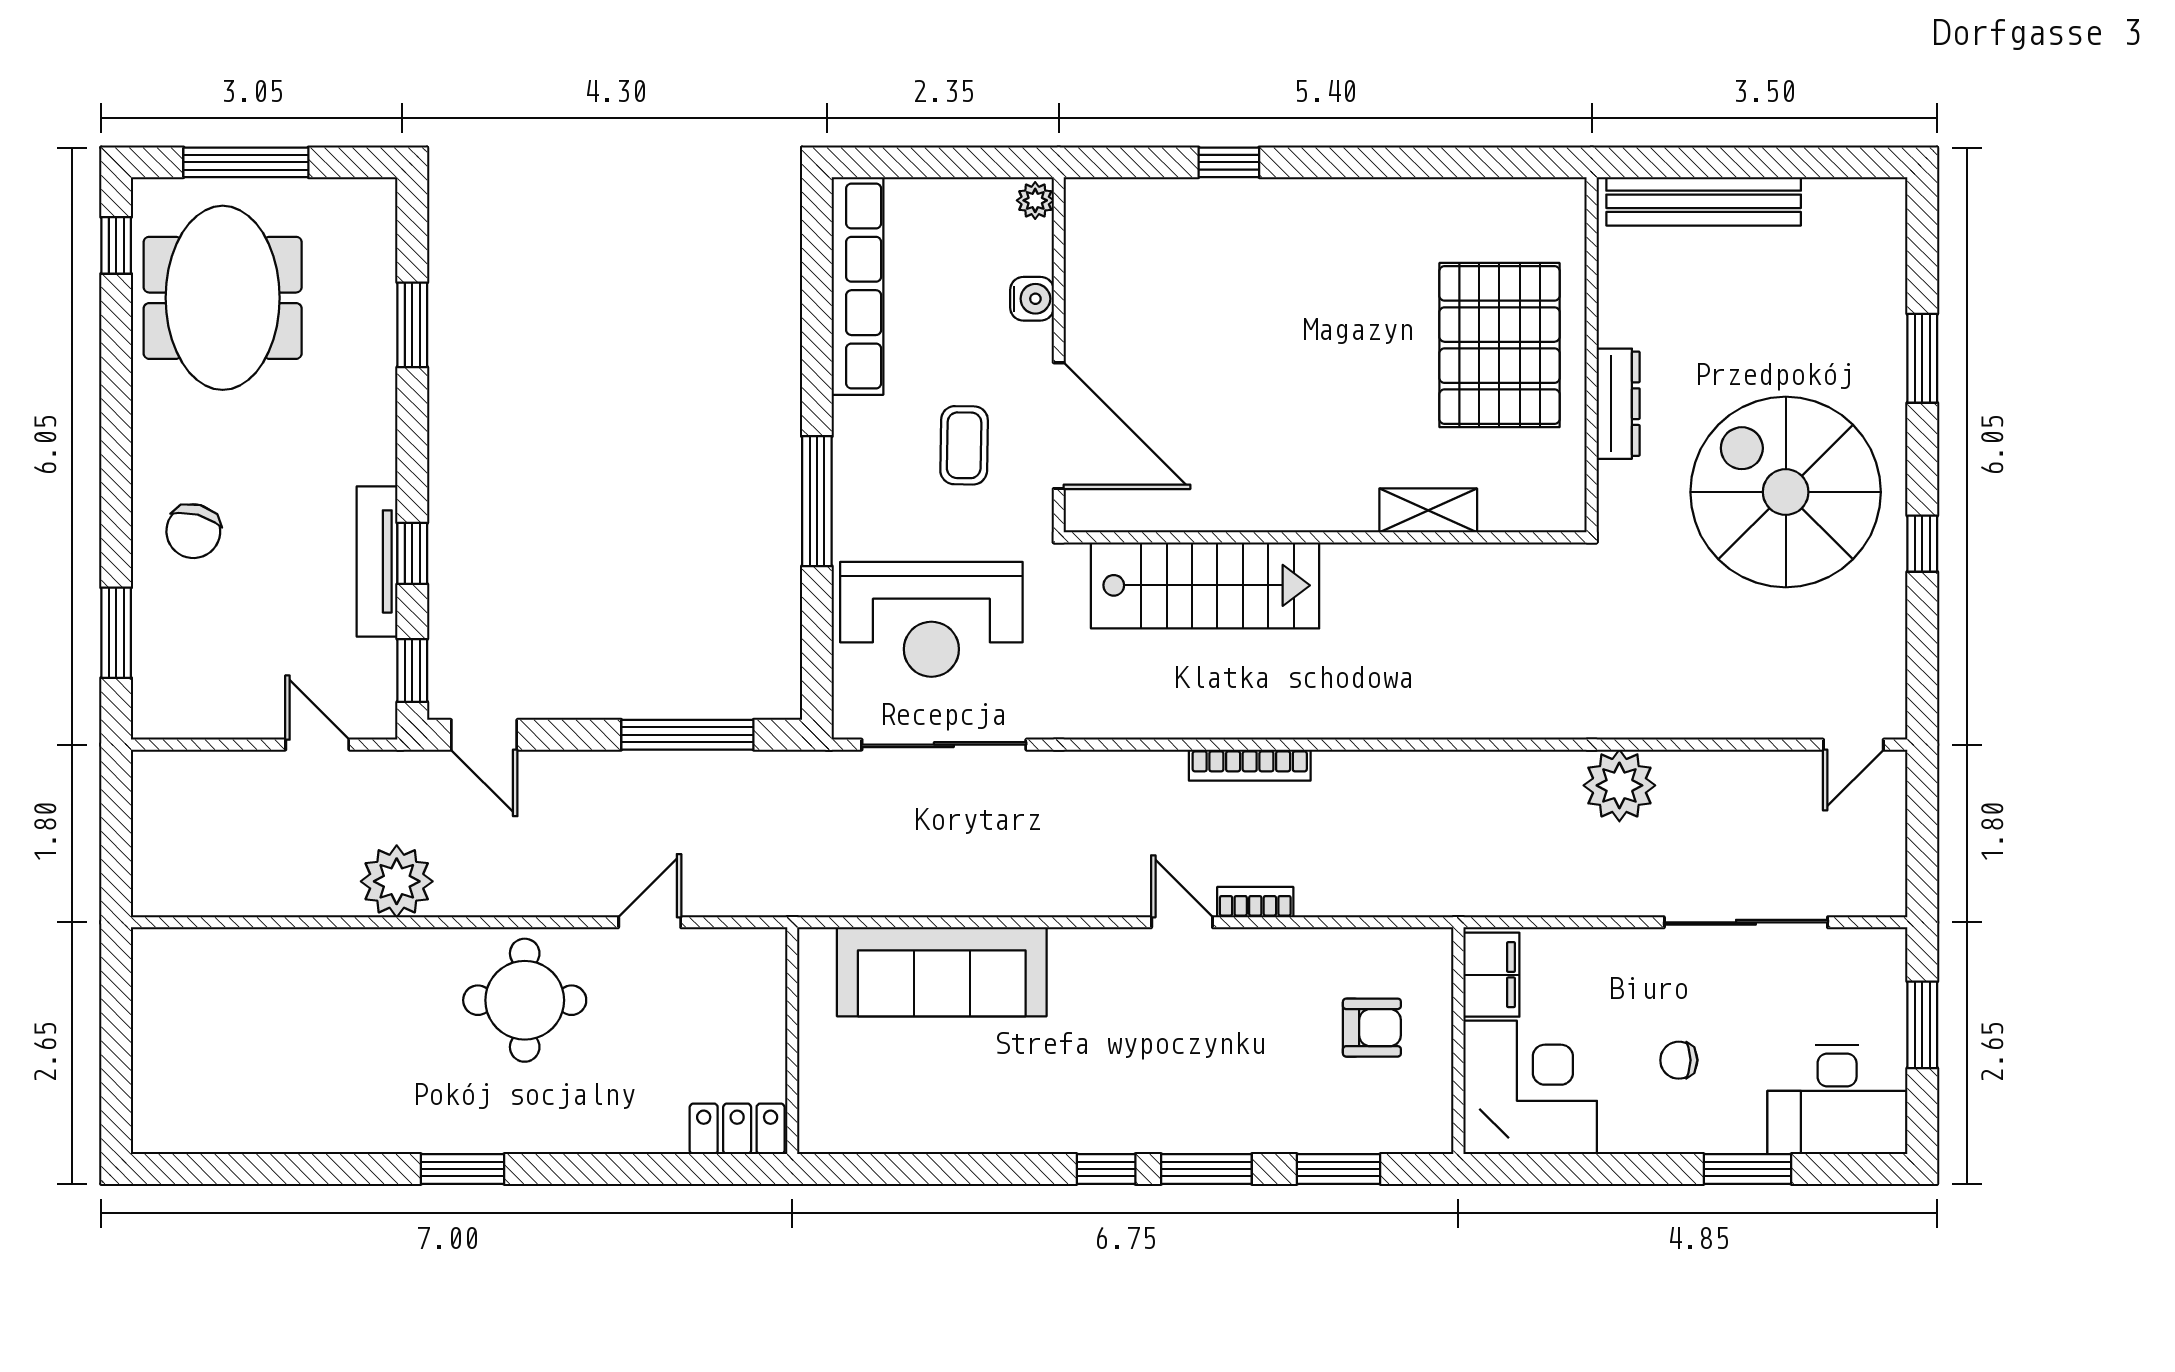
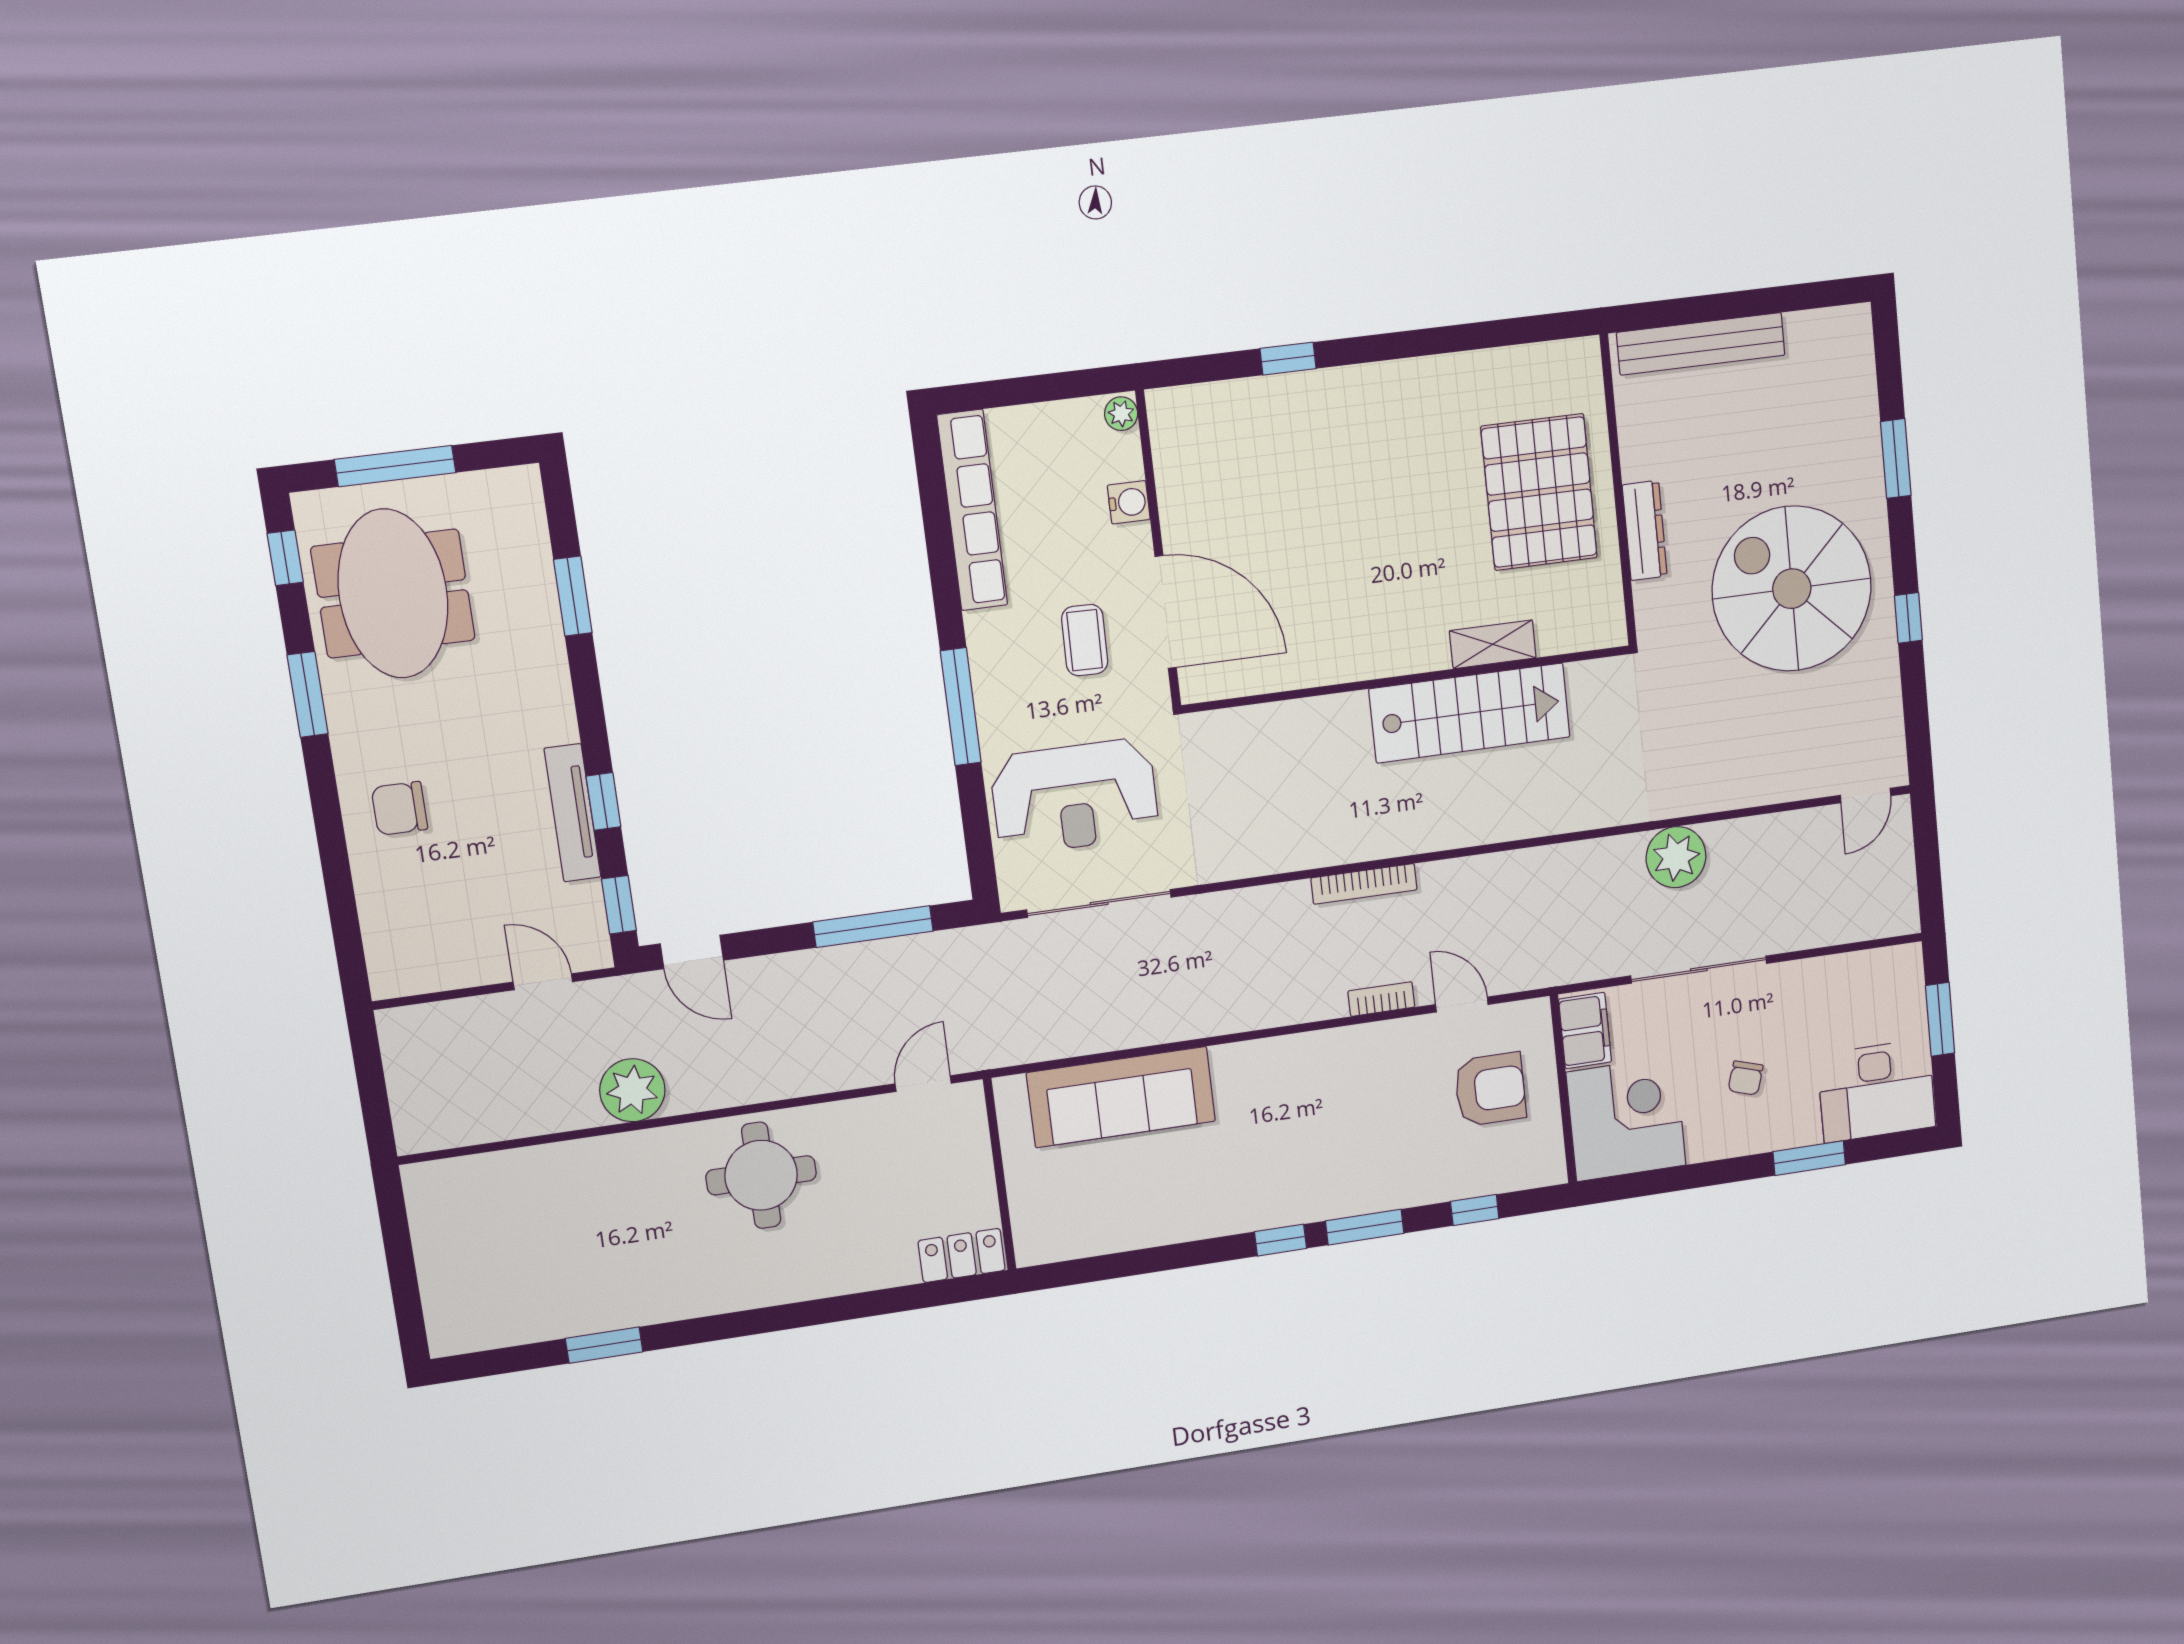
chair: (193, 531) -> (399, 808), turned 75
stairs: (1205, 585) -> (1470, 713), moved
window: (116, 633) -> (308, 694), moved
door: (650, 922) -> (923, 1084), moved
door: (1182, 922) -> (1462, 1004), moved
sliding door: (1746, 922) -> (1699, 970), moved
armchair: (1372, 1028) -> (1490, 1089), width x1.38, depth x1.38
chair: (1679, 1060) -> (1746, 1078), turned -73
window: (462, 1169) -> (604, 1345), moved
window: (1339, 1169) -> (1475, 1210), width x0.67

